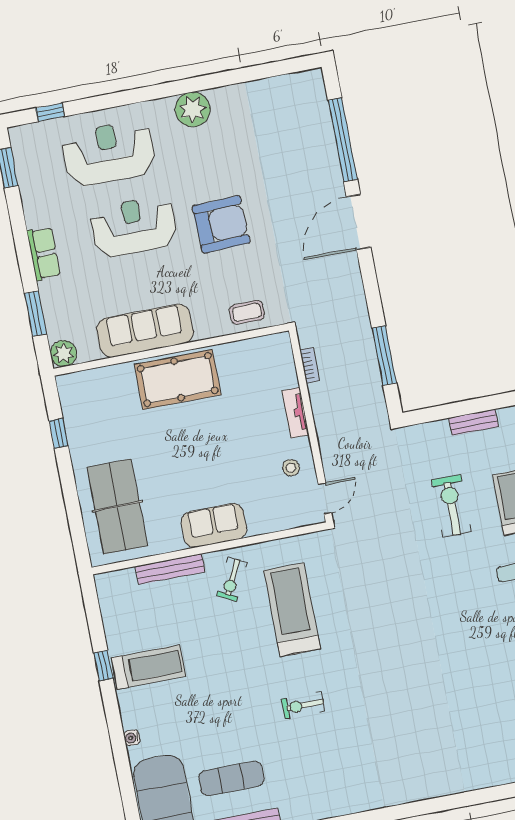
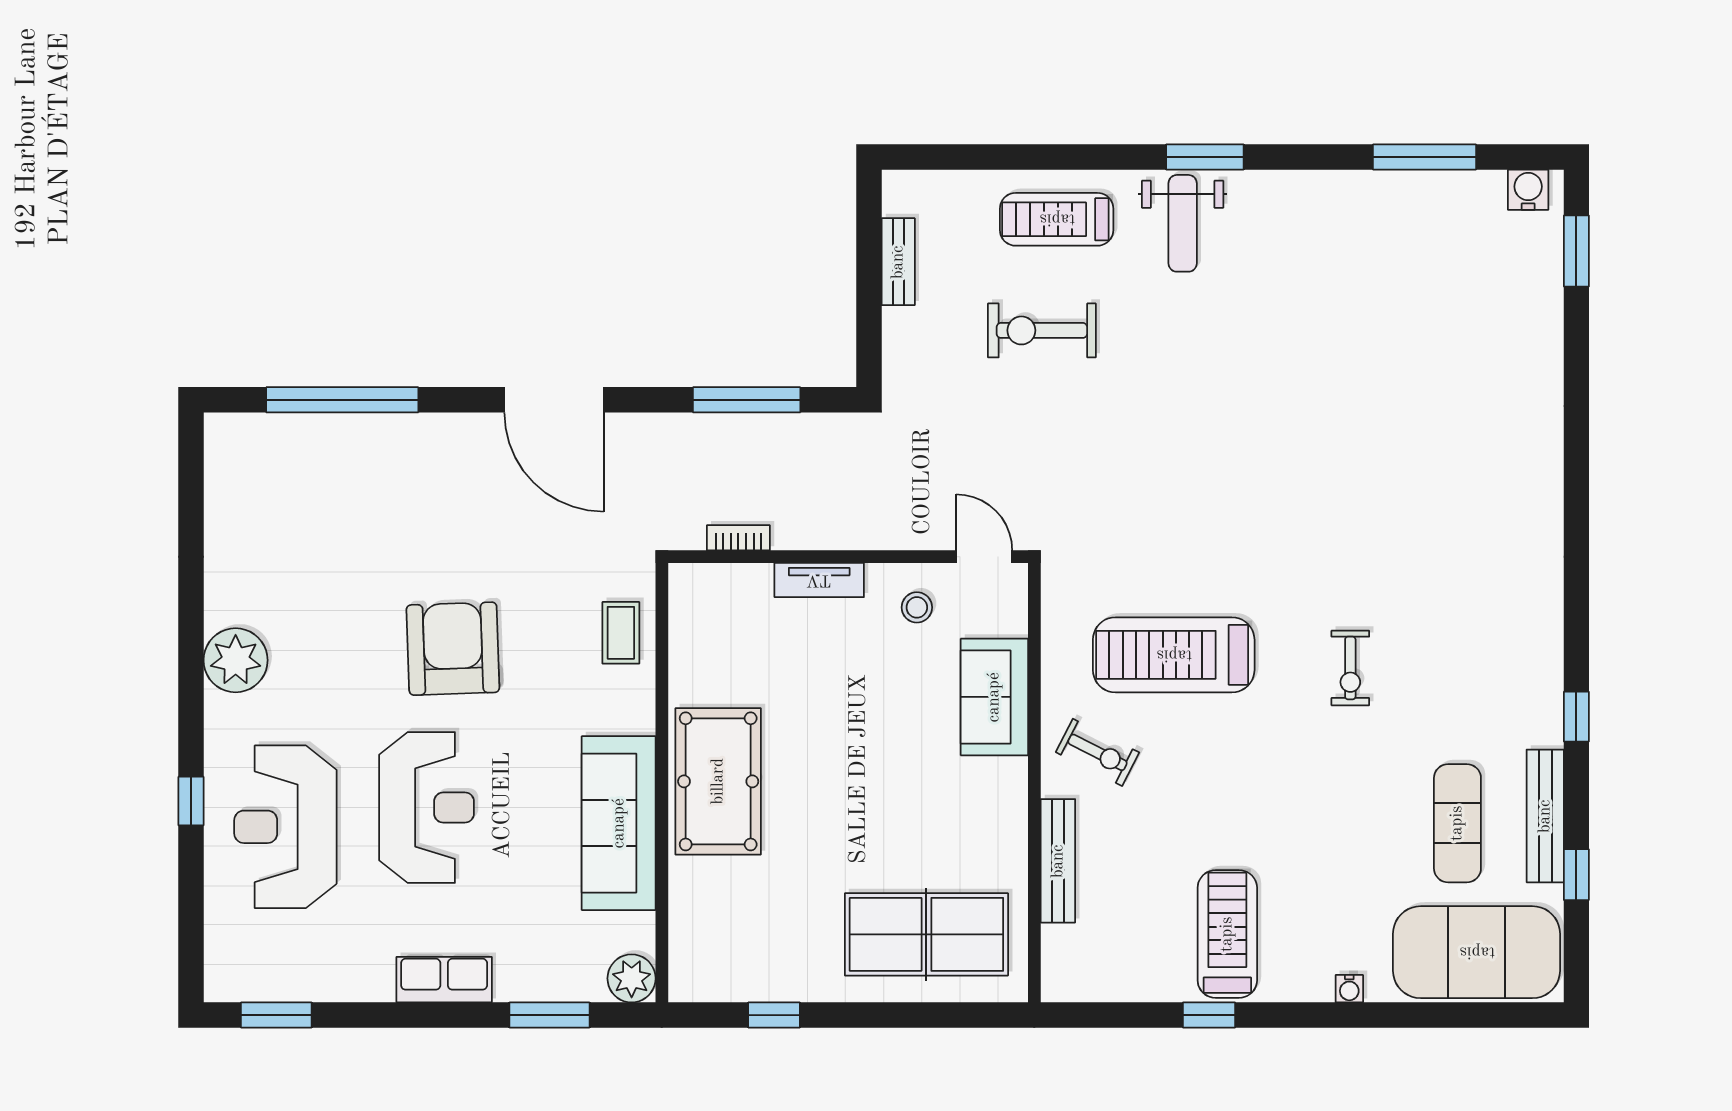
window: (50, 112) -> (191, 801), moved
door: (359, 222) -> (554, 400), moved
reception desk: (134, 227) -> (427, 808), turned 180
sofa: (214, 525) -> (994, 697), moved

